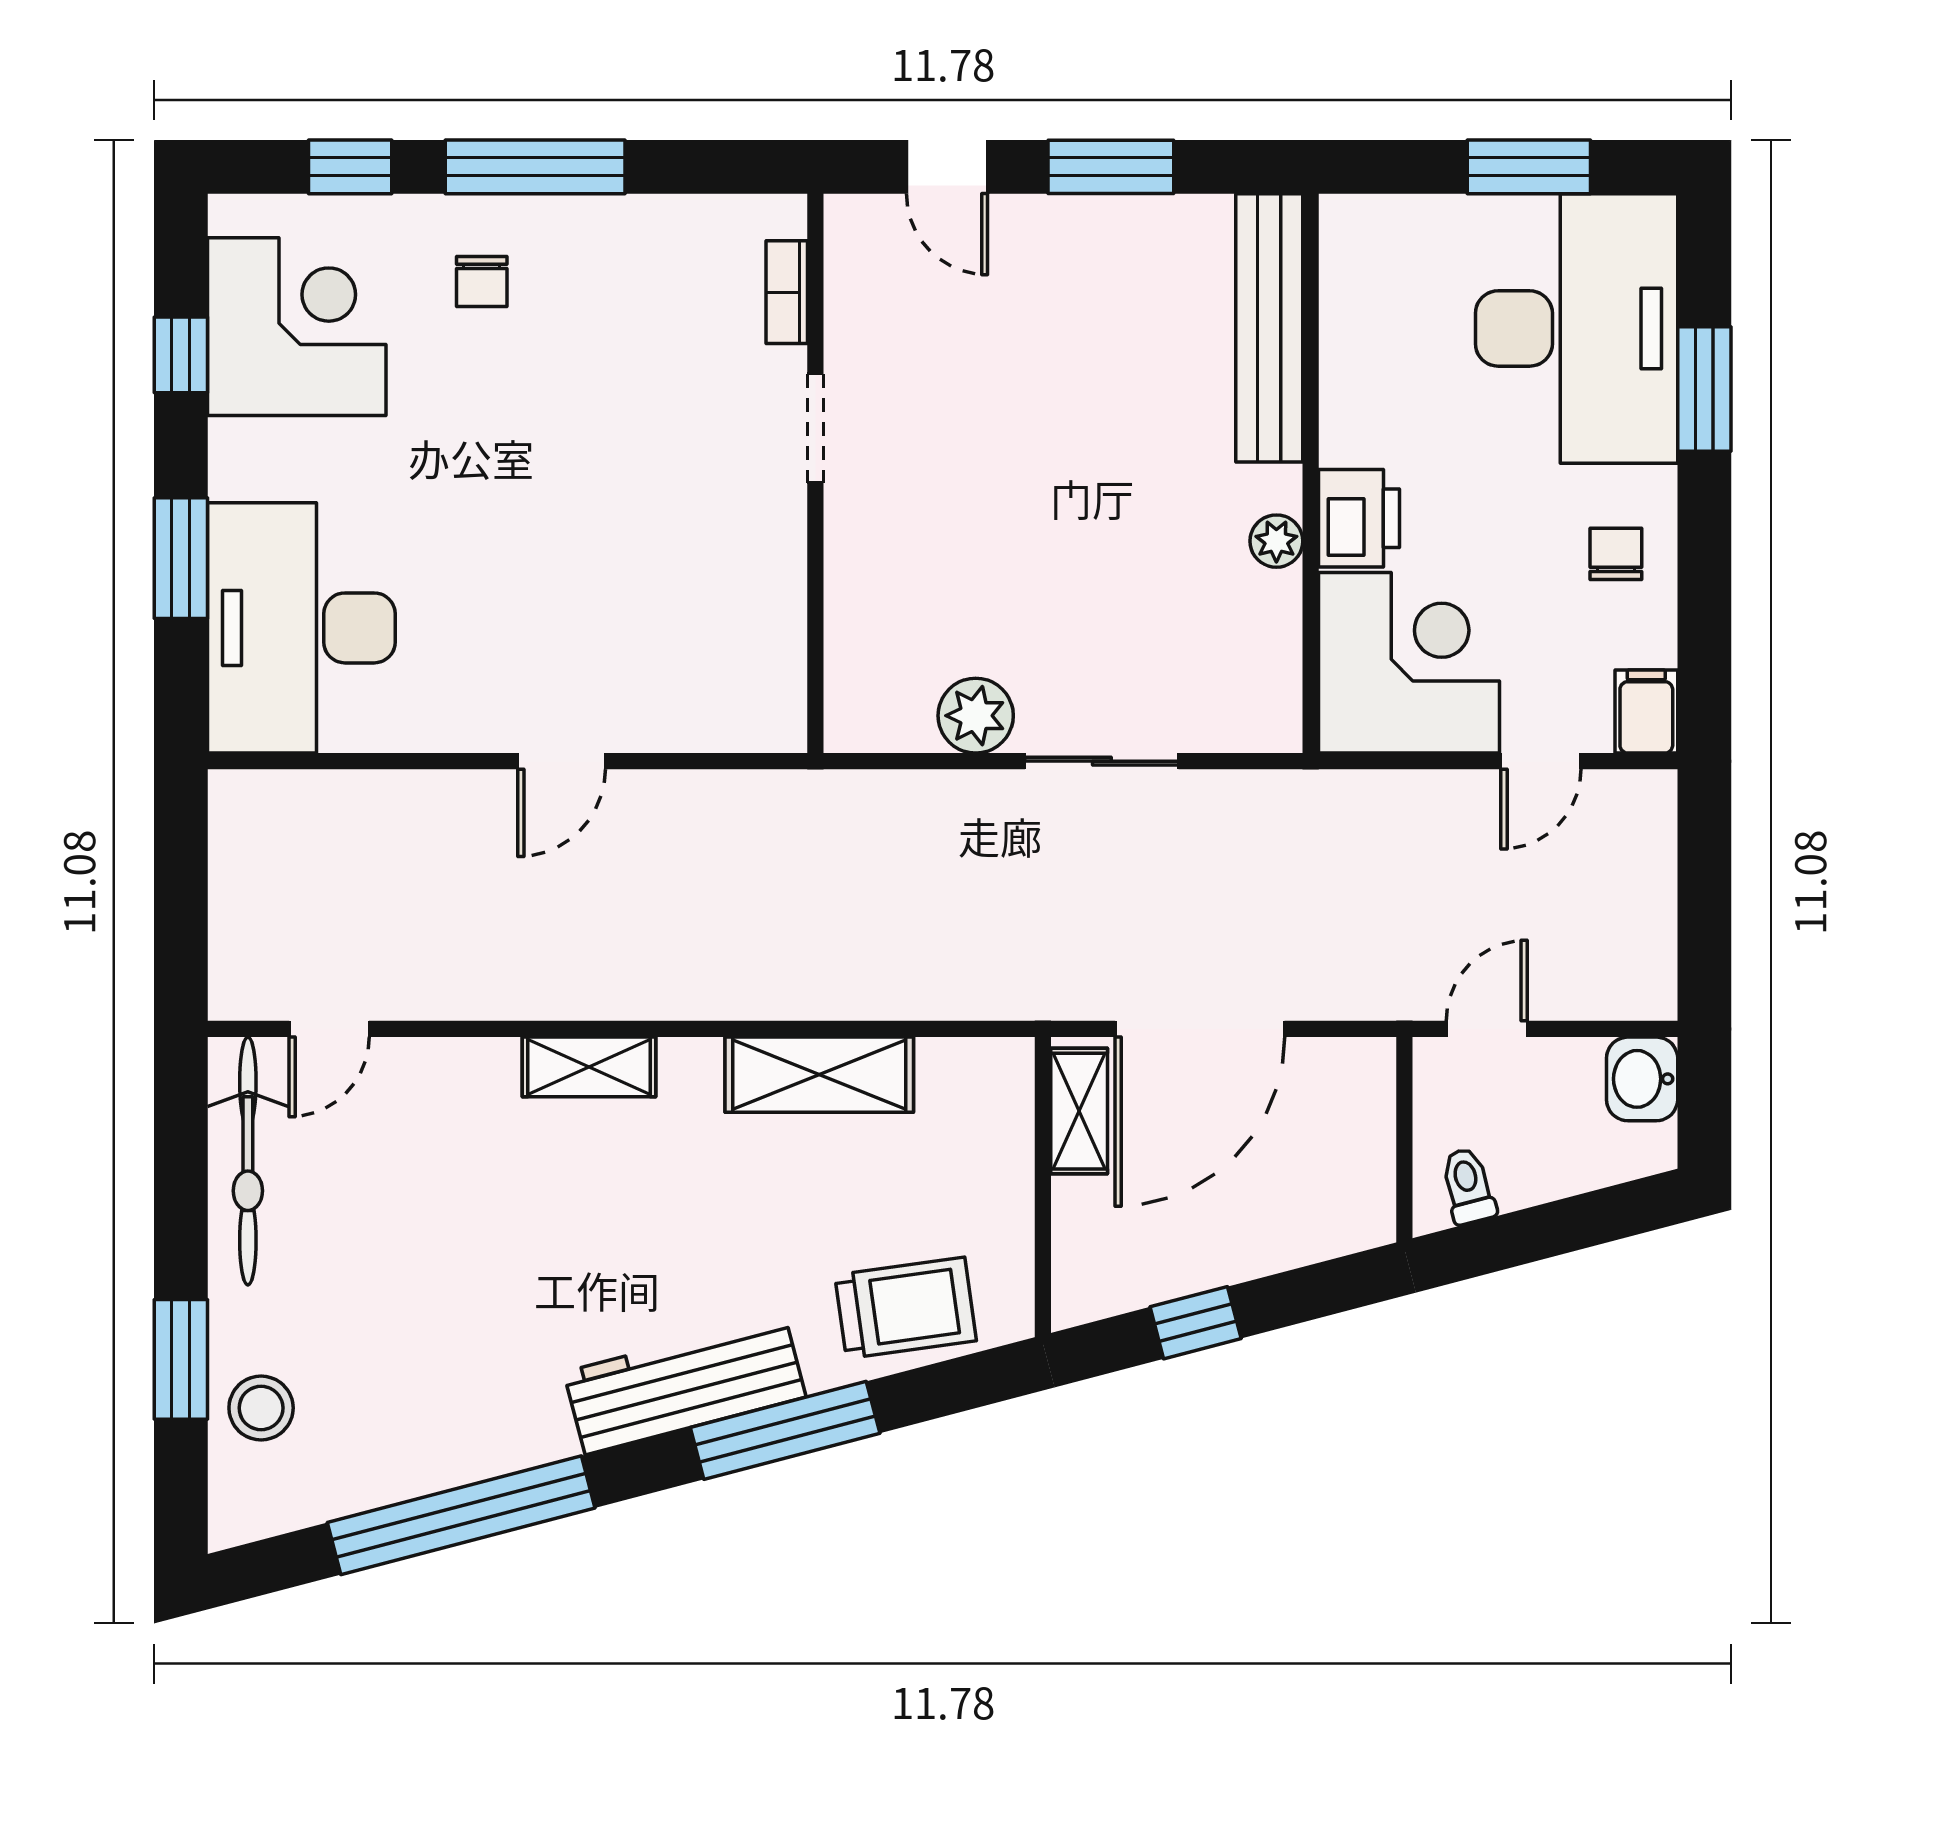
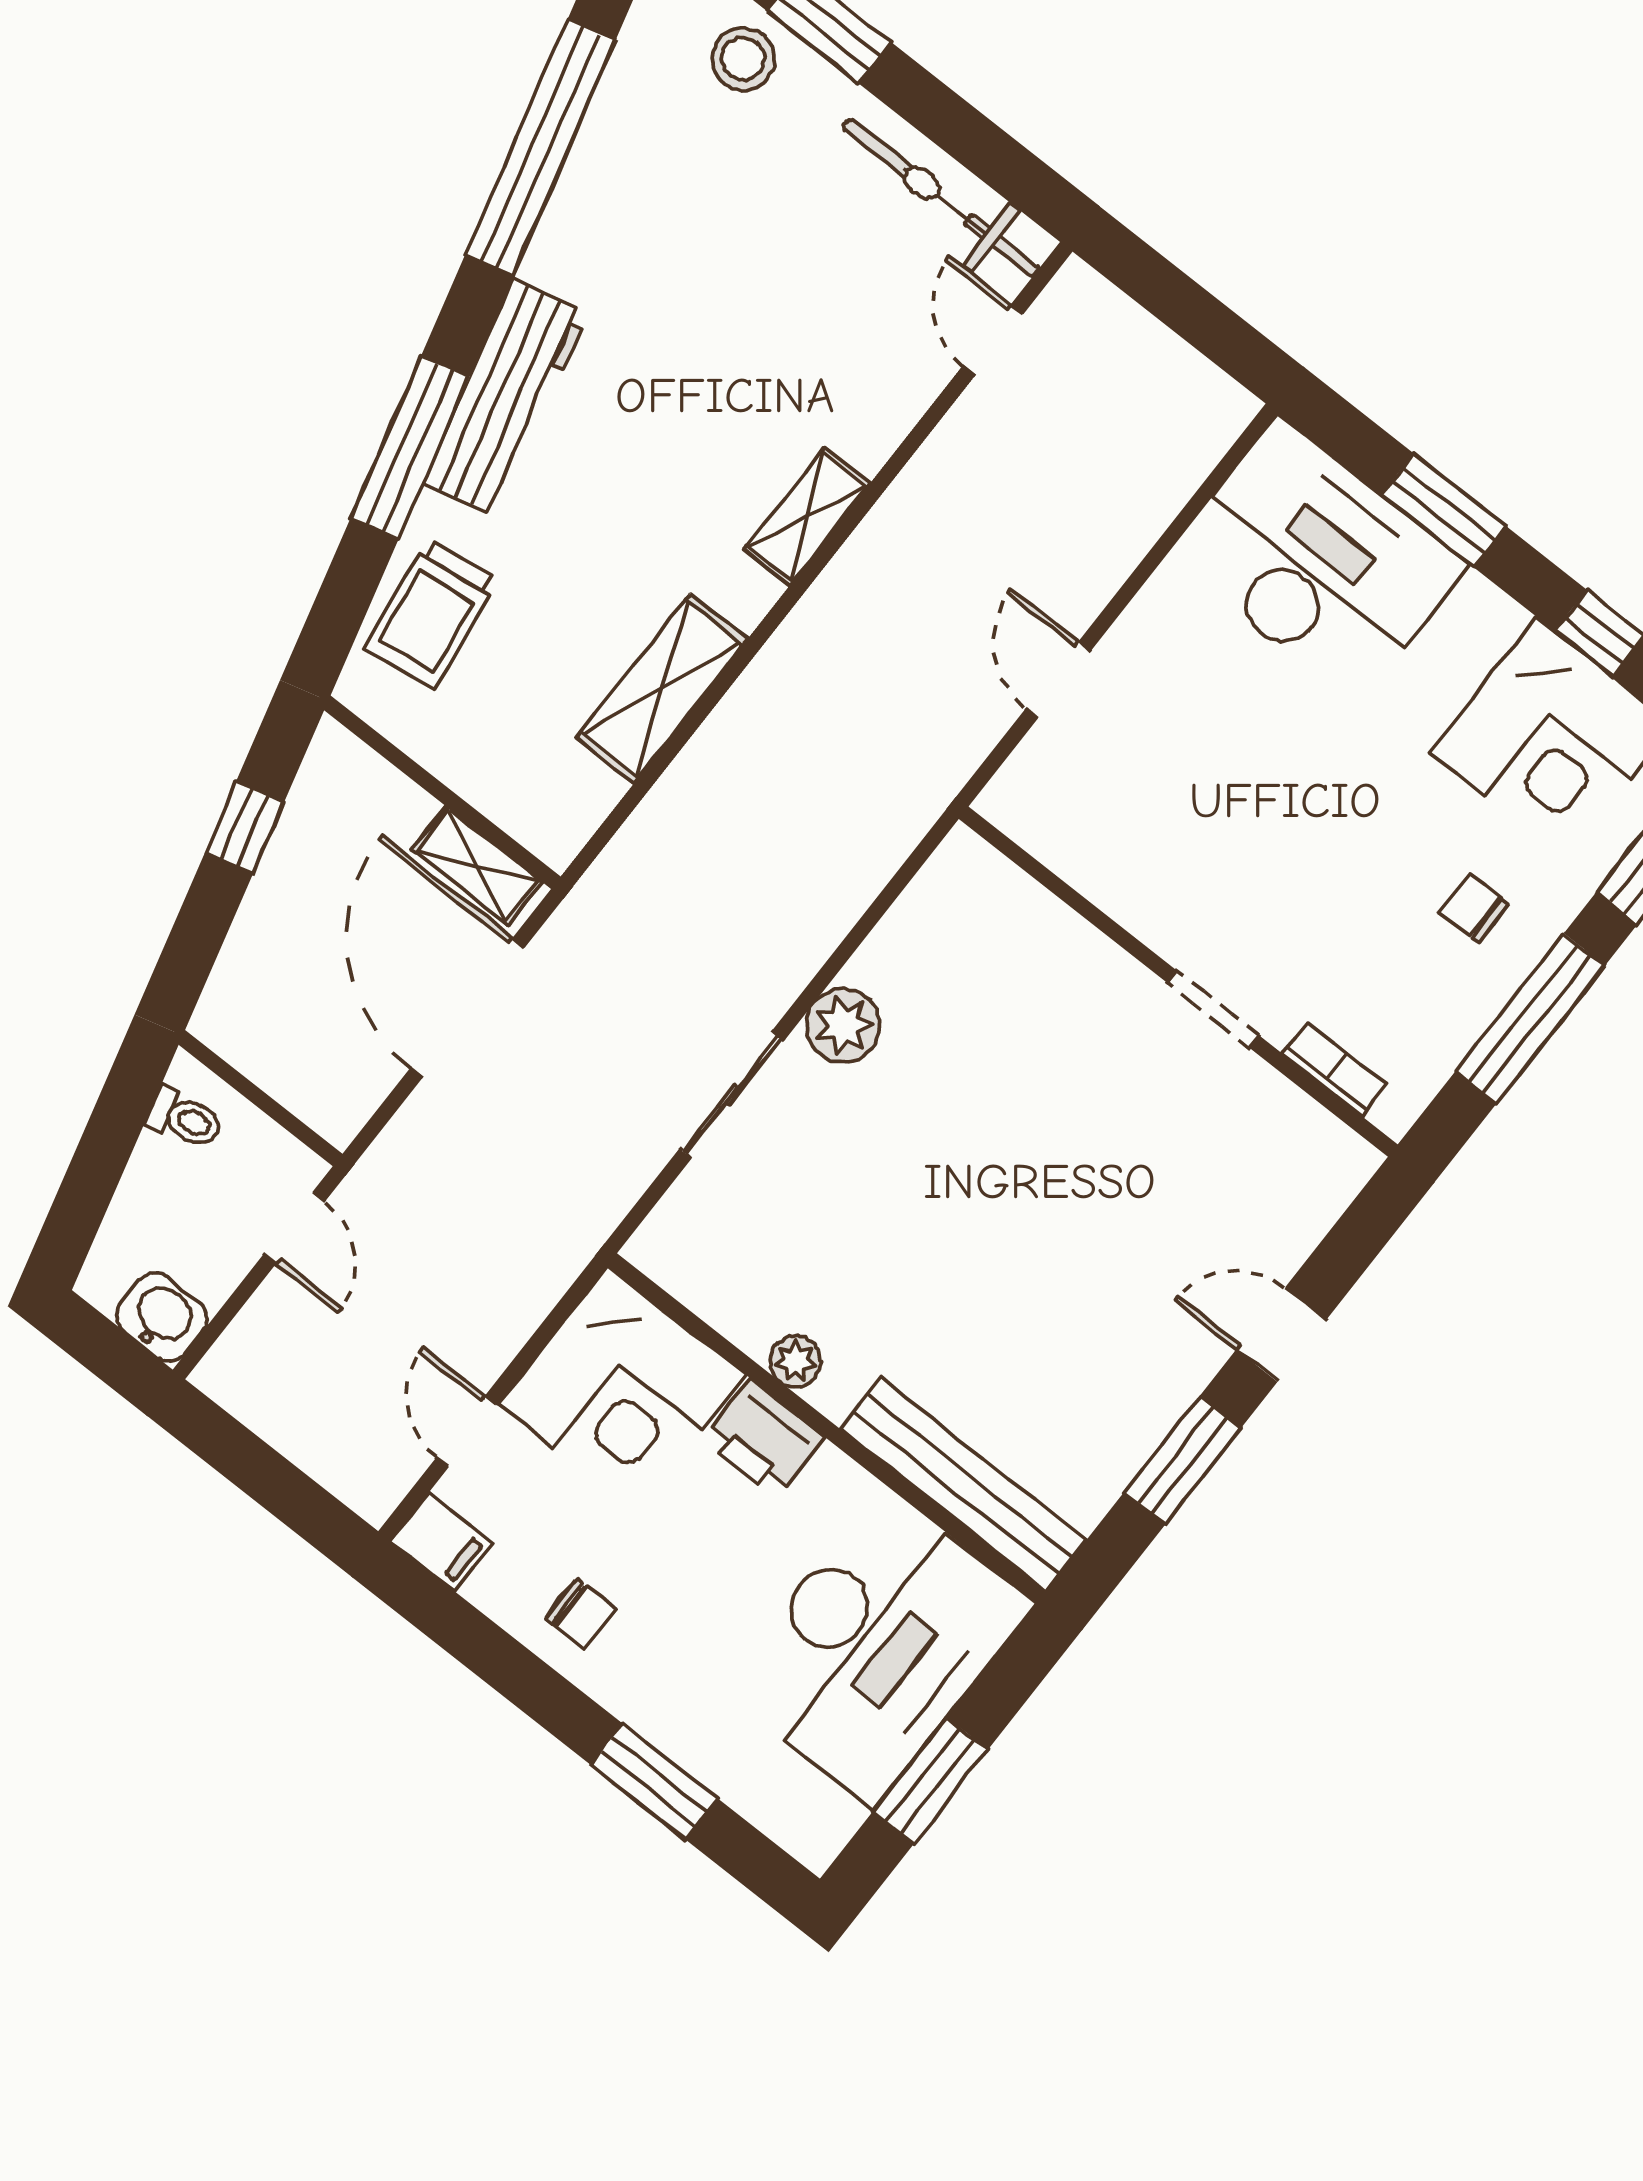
bookcase: (787, 292) -> (1335, 1069), moved
desk: (1577, 328) -> (878, 1646), moved, turned -90
doorway: (815, 428) -> (1213, 1009), moved
wall: (815, 473) -> (1178, 982), moved

